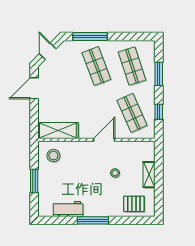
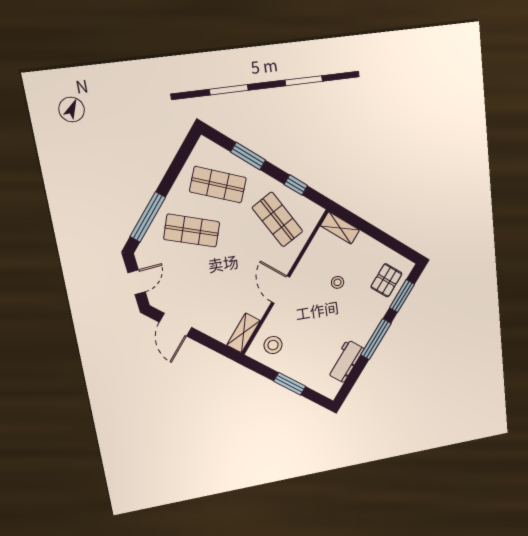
door: (48, 51) -> (137, 282), swing flipped
shop shelf: (132, 113) -> (277, 220), turned 45
shelving: (58, 130) -> (243, 333), width x0.67, depth x0.75
door: (104, 140) -> (281, 290), moved
shelving: (149, 175) -> (340, 228), moved
window: (130, 220) -> (402, 296), added

